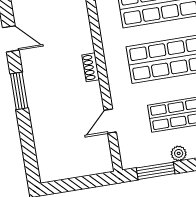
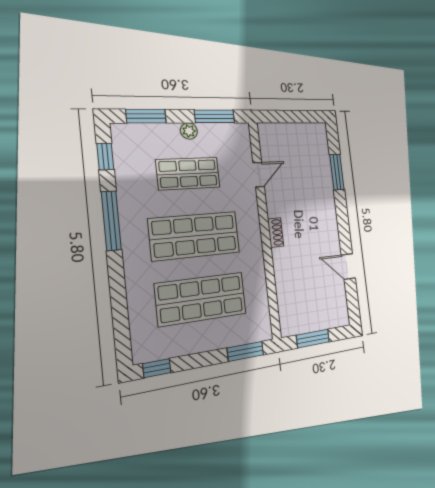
window: (19, 91) -> (337, 172), moved

